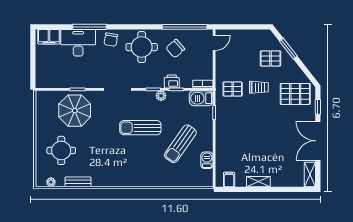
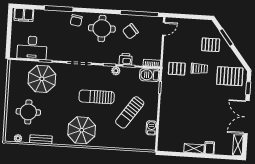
desk: (78, 43) -> (32, 48), moved, turned 180
parasol: (125, 168) -> (82, 130), added
filing cabinet: (229, 180) -> (210, 148), moved

